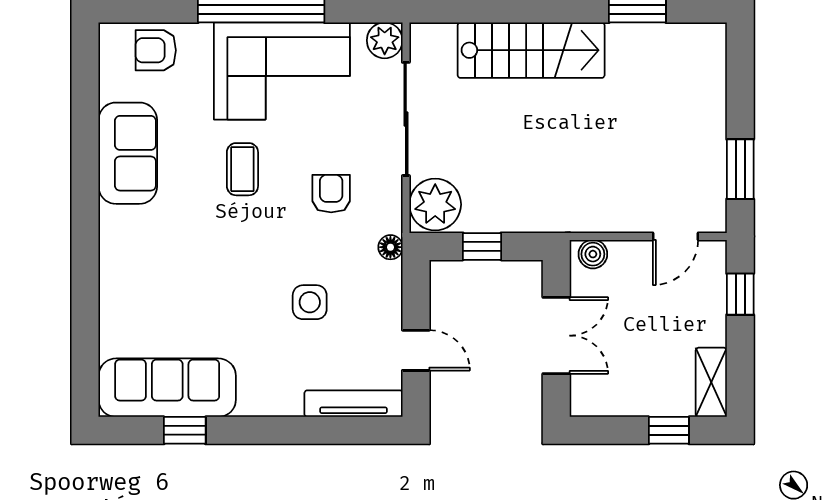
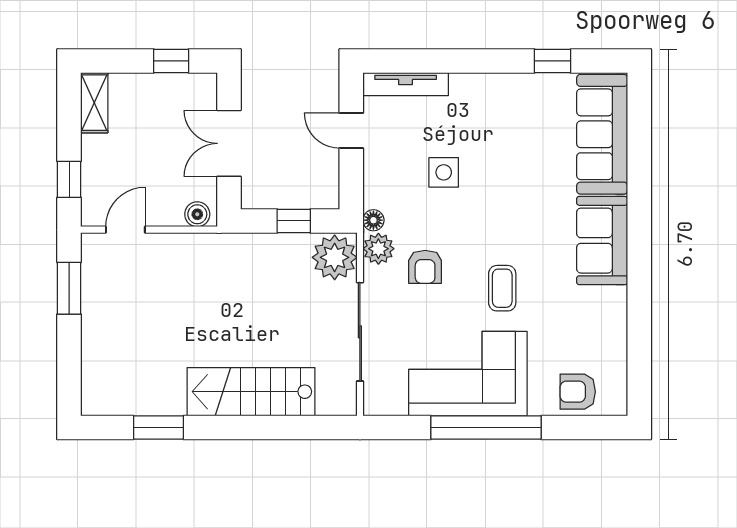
plant: (385, 40) -> (378, 249), moved
armchair: (156, 50) -> (578, 392), turned 180
sofa: (128, 153) -> (602, 241), moved
sofa: (167, 388) -> (602, 134), moved, turned 90
window: (669, 430) -> (171, 61), moved

